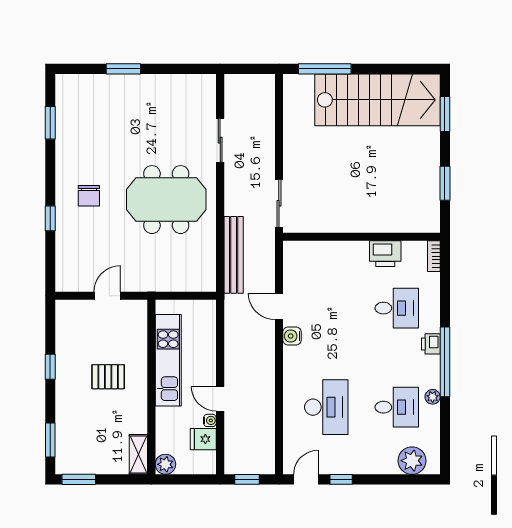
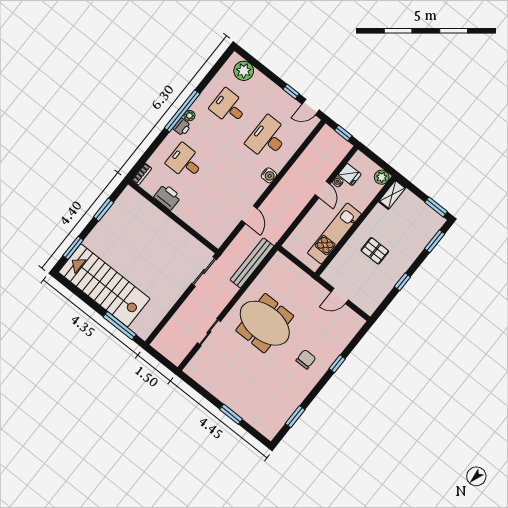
water cooler: (292, 336) -> (269, 175), moved
plant: (433, 397) -> (189, 116), moved

